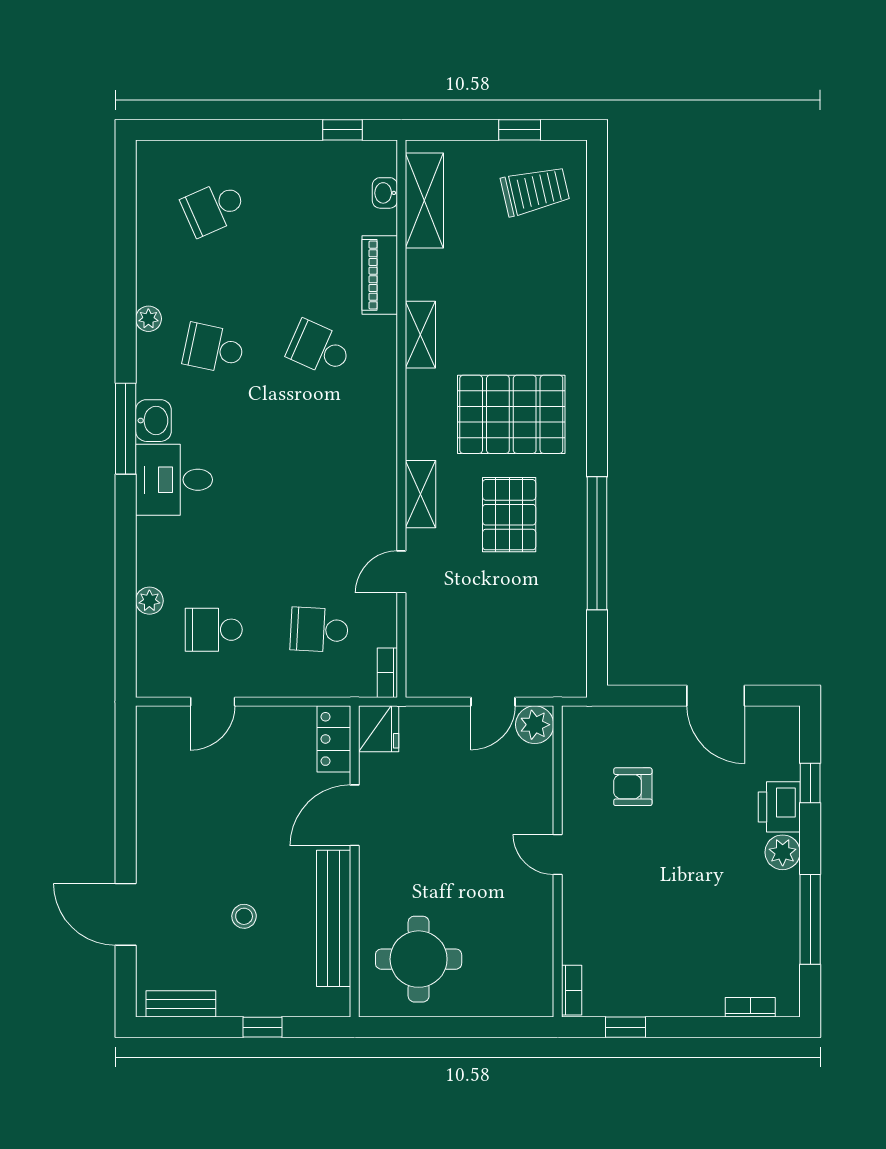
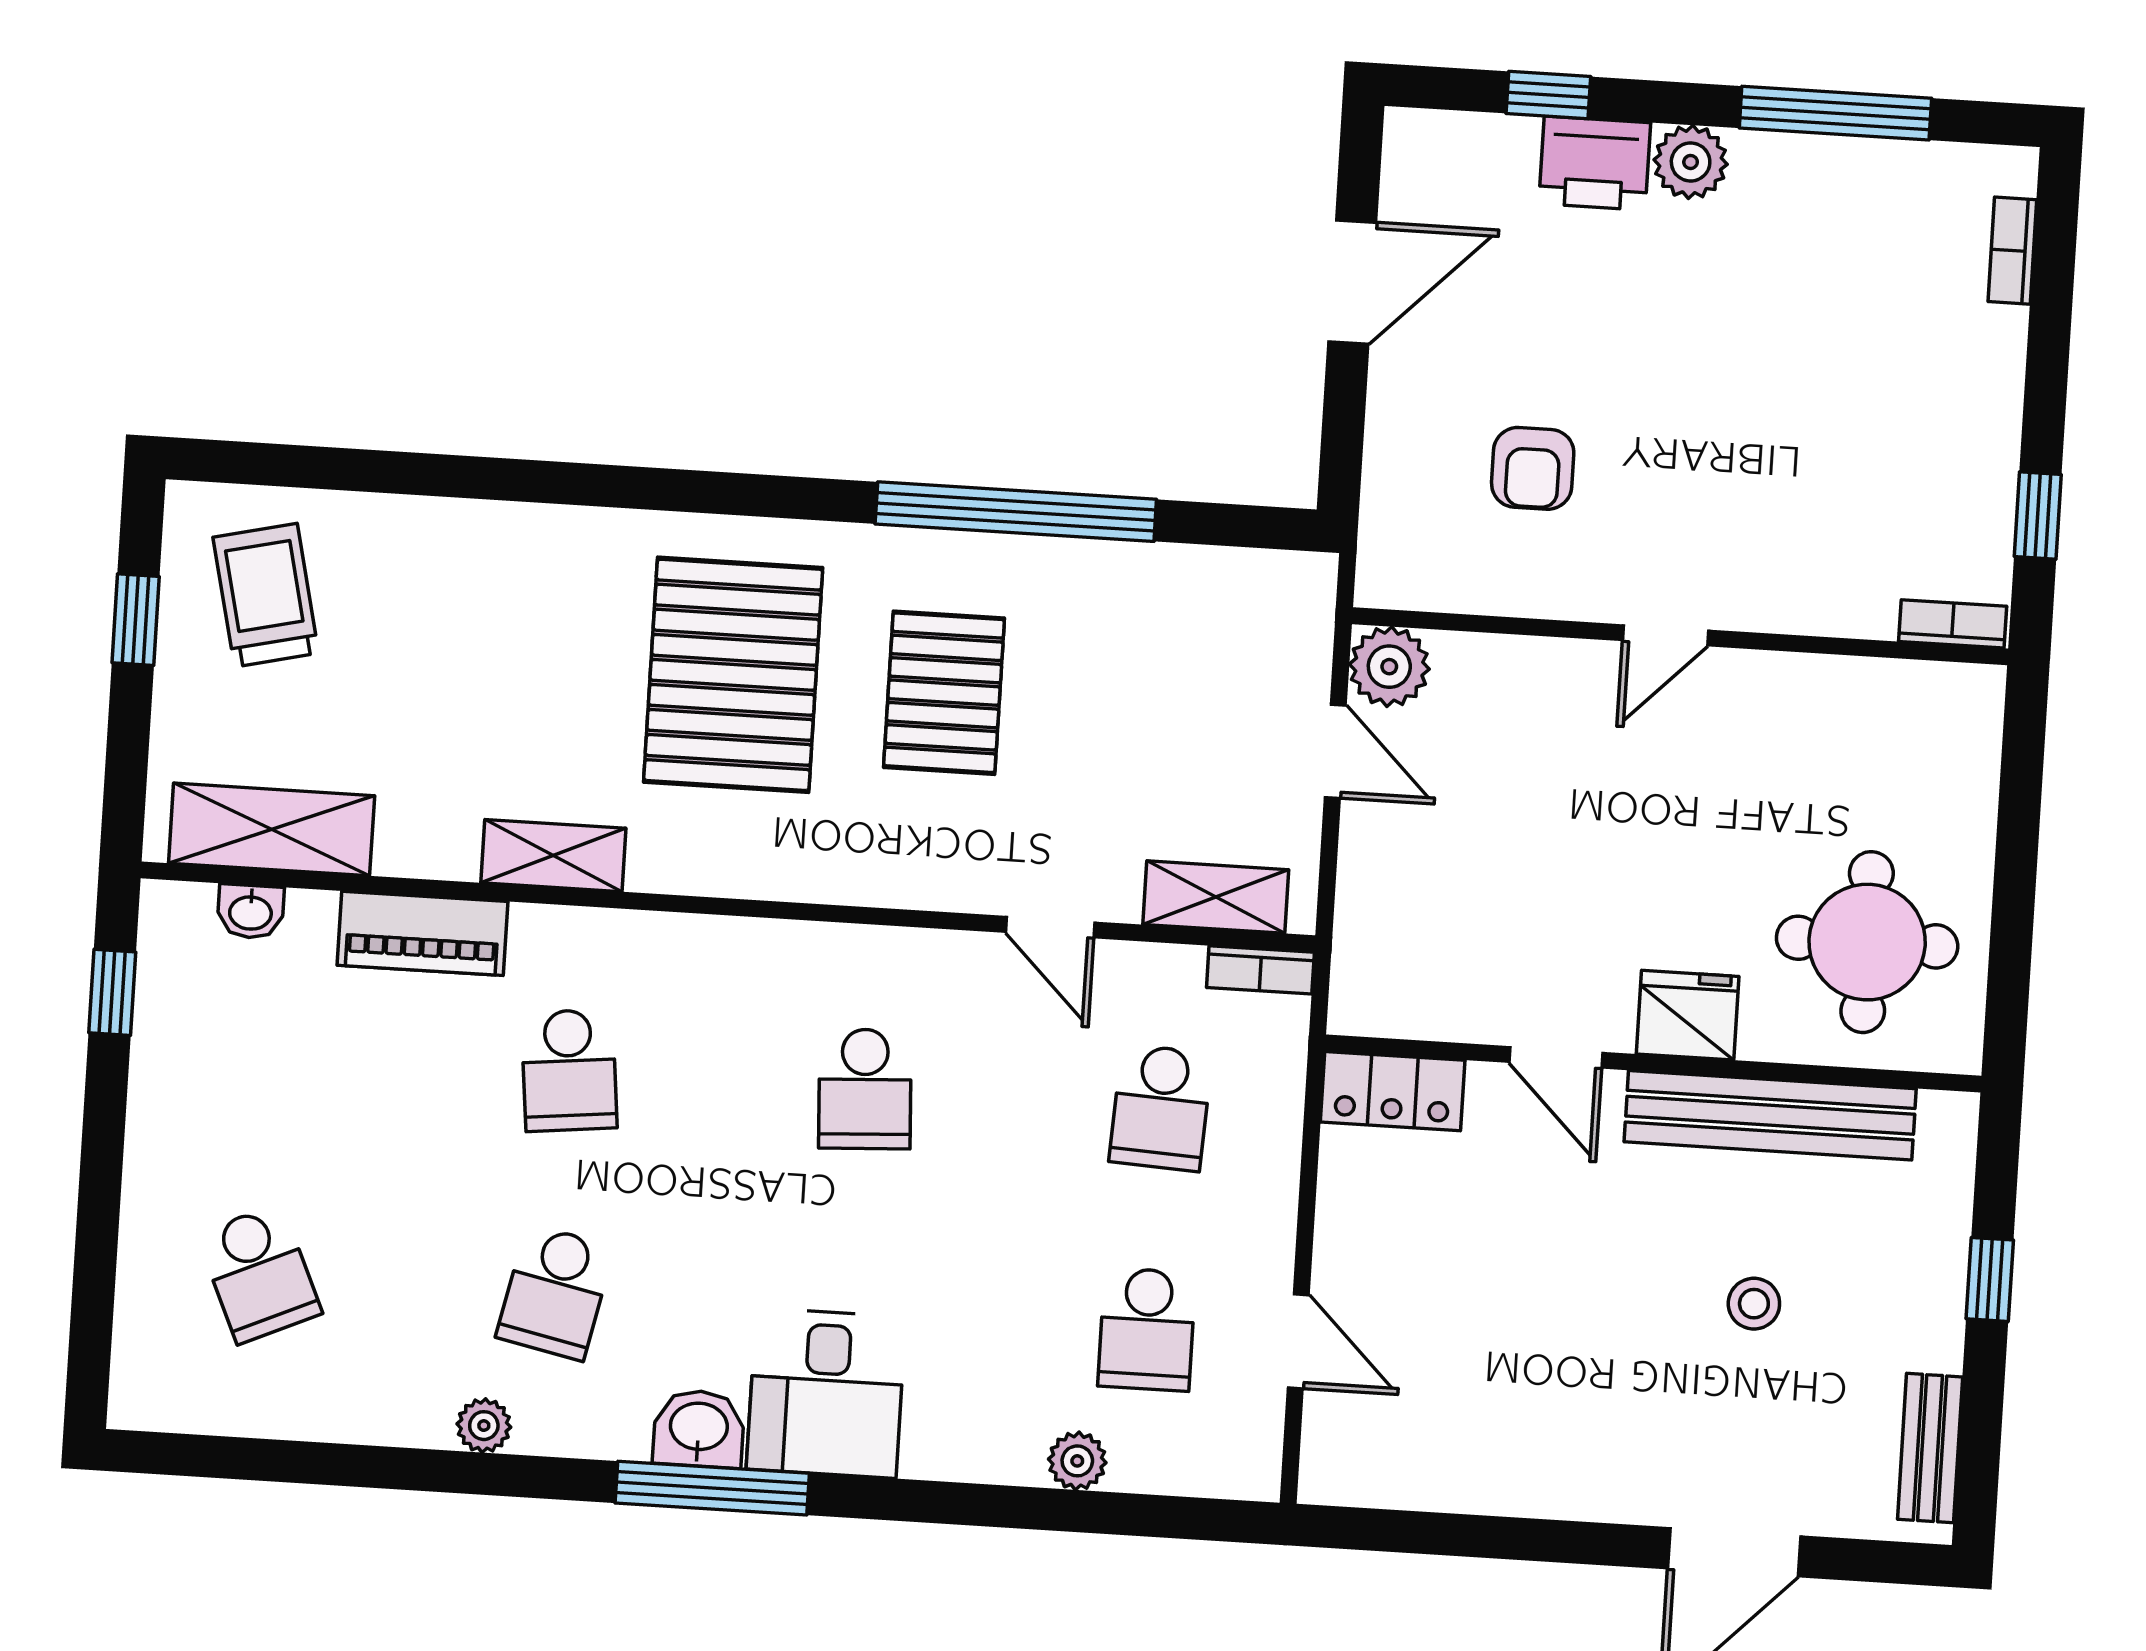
school desk: (319, 348) -> (569, 1070), turned -30
school desk: (319, 489) -> (865, 1089), added
shelving: (420, 494) -> (1216, 897), moved
pallet: (509, 515) -> (944, 693), turned 90
fridge: (379, 729) -> (1688, 1015), moved
door: (355, 815) -> (1556, 1057), width x0.73

